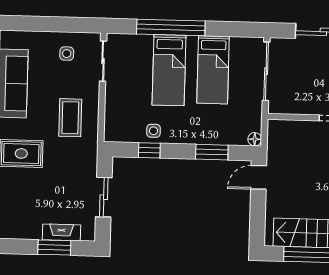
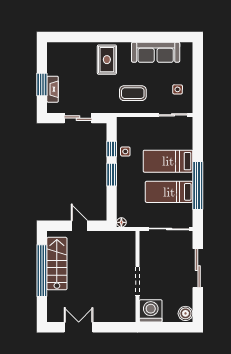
window: (171, 27) -> (198, 186), moved
window: (212, 152) -> (112, 175), moved
door: (259, 177) -> (79, 226), moved

